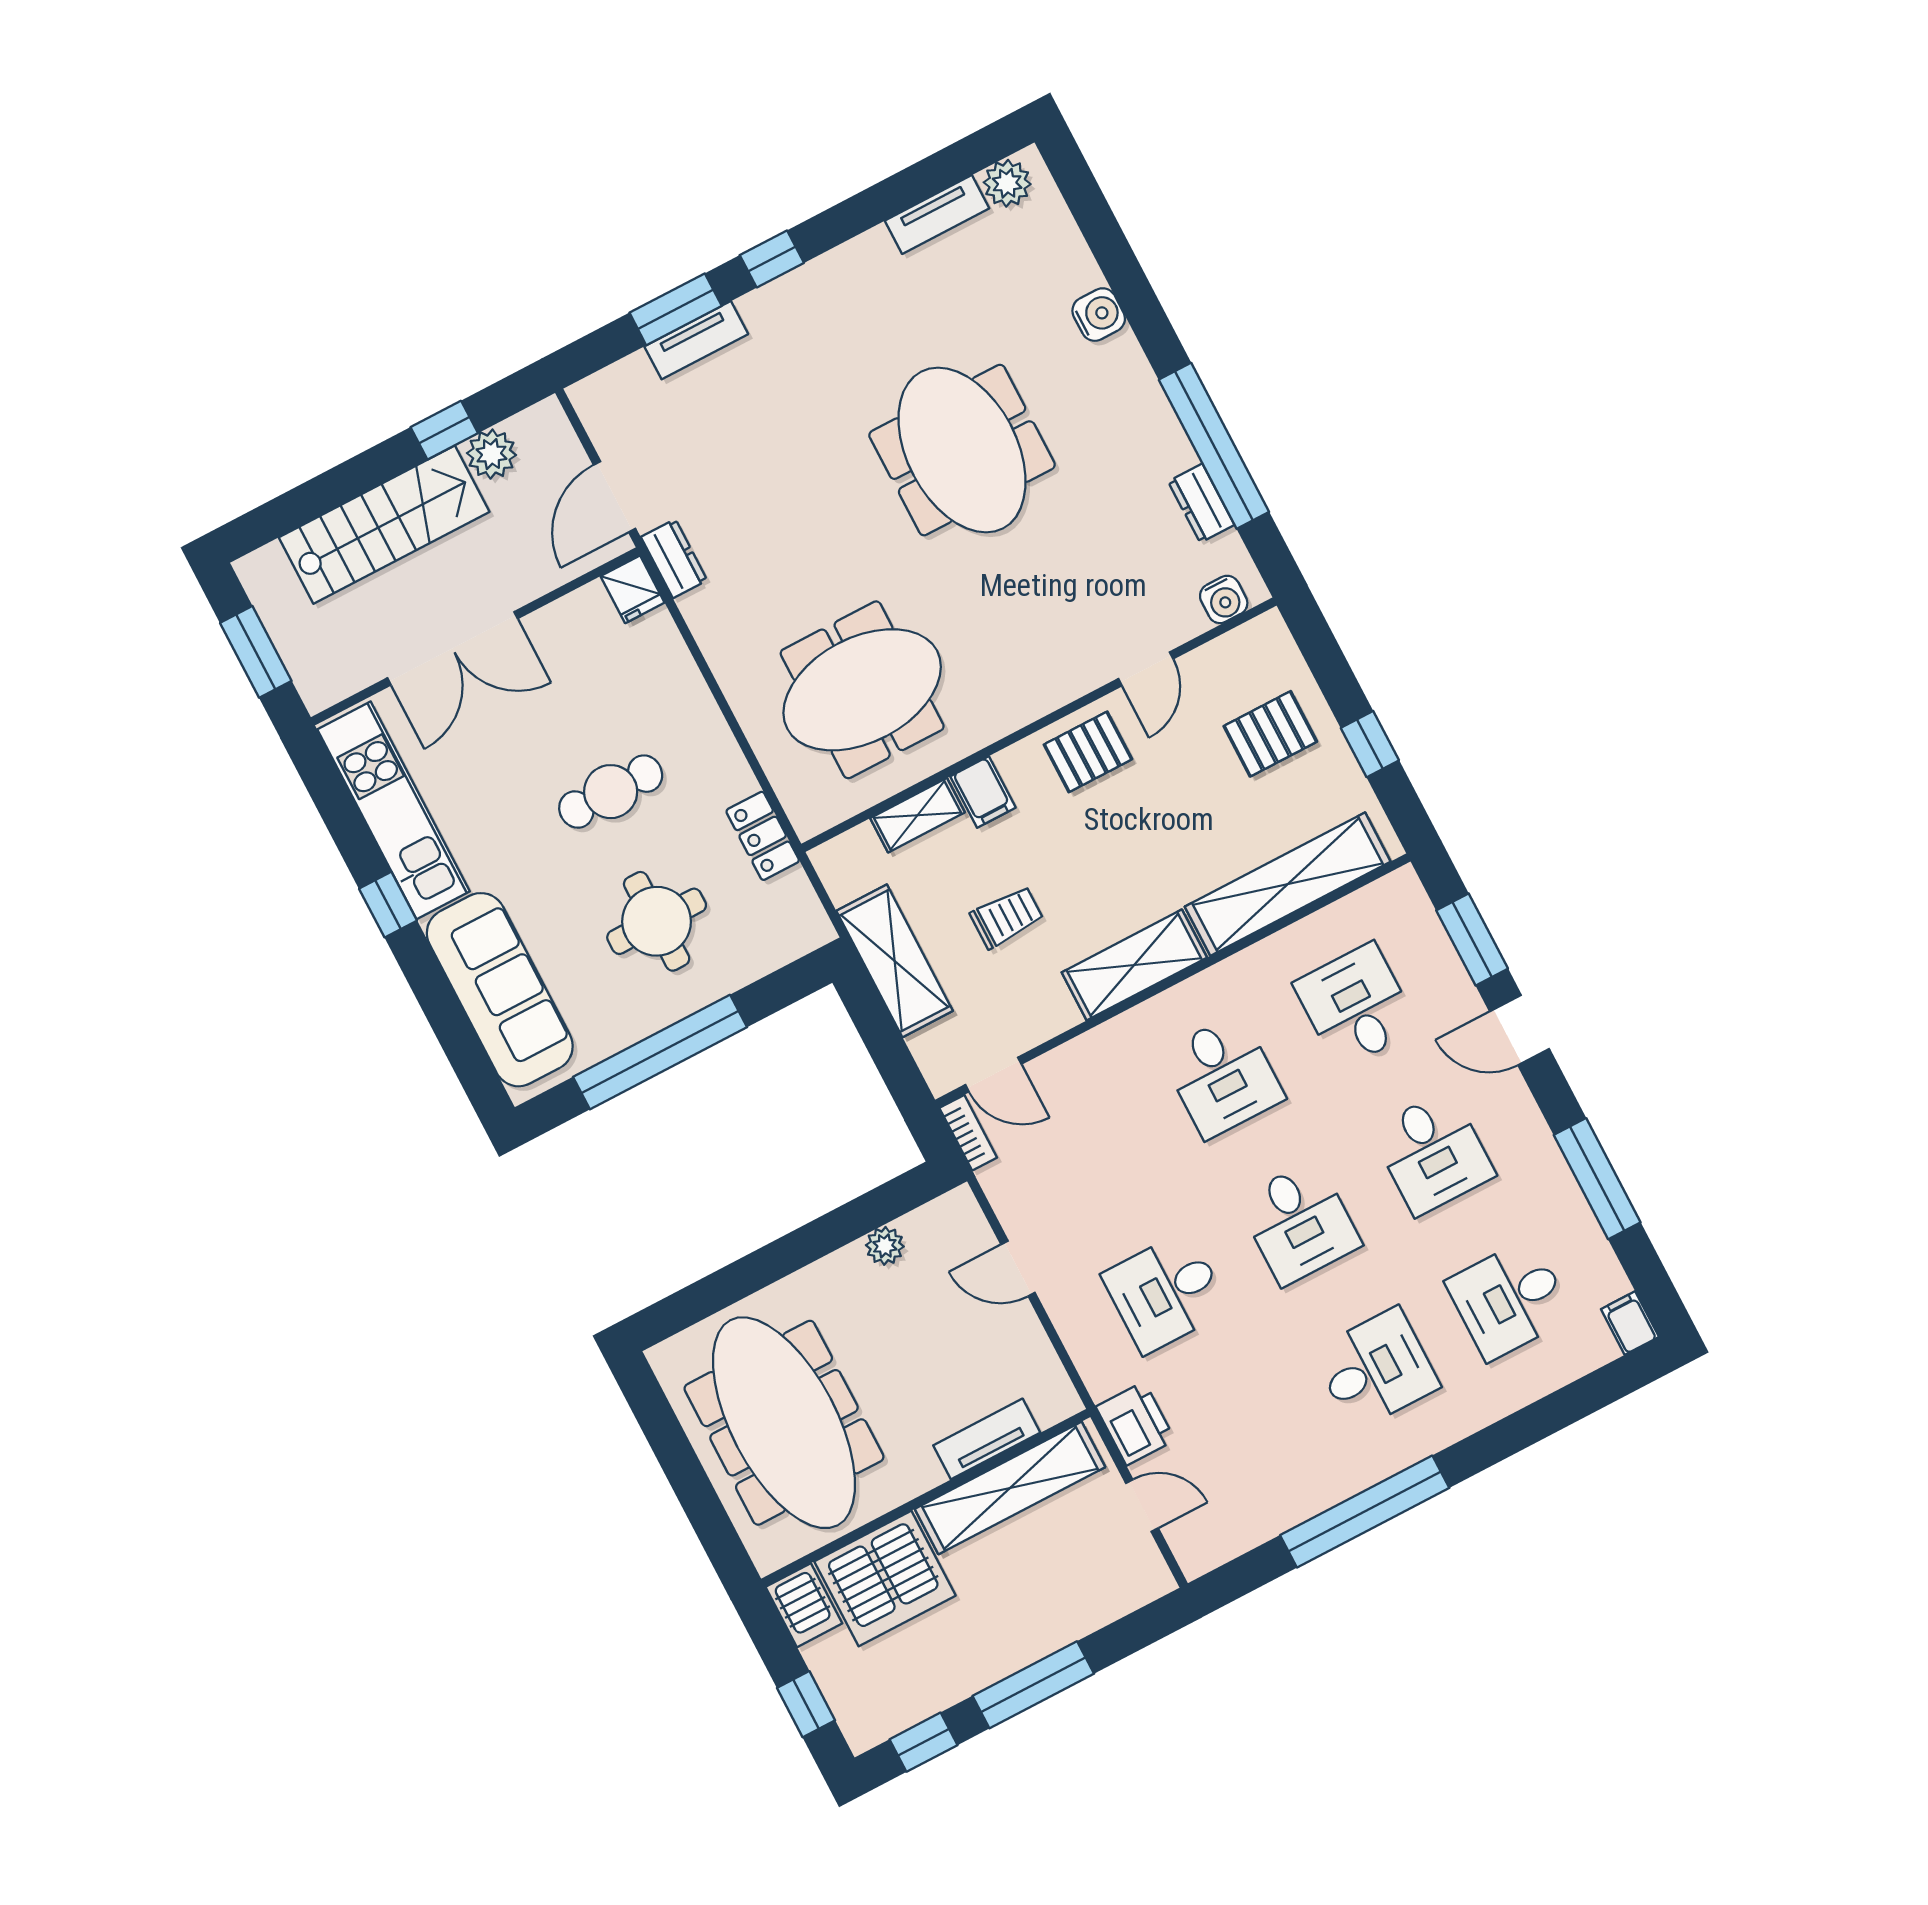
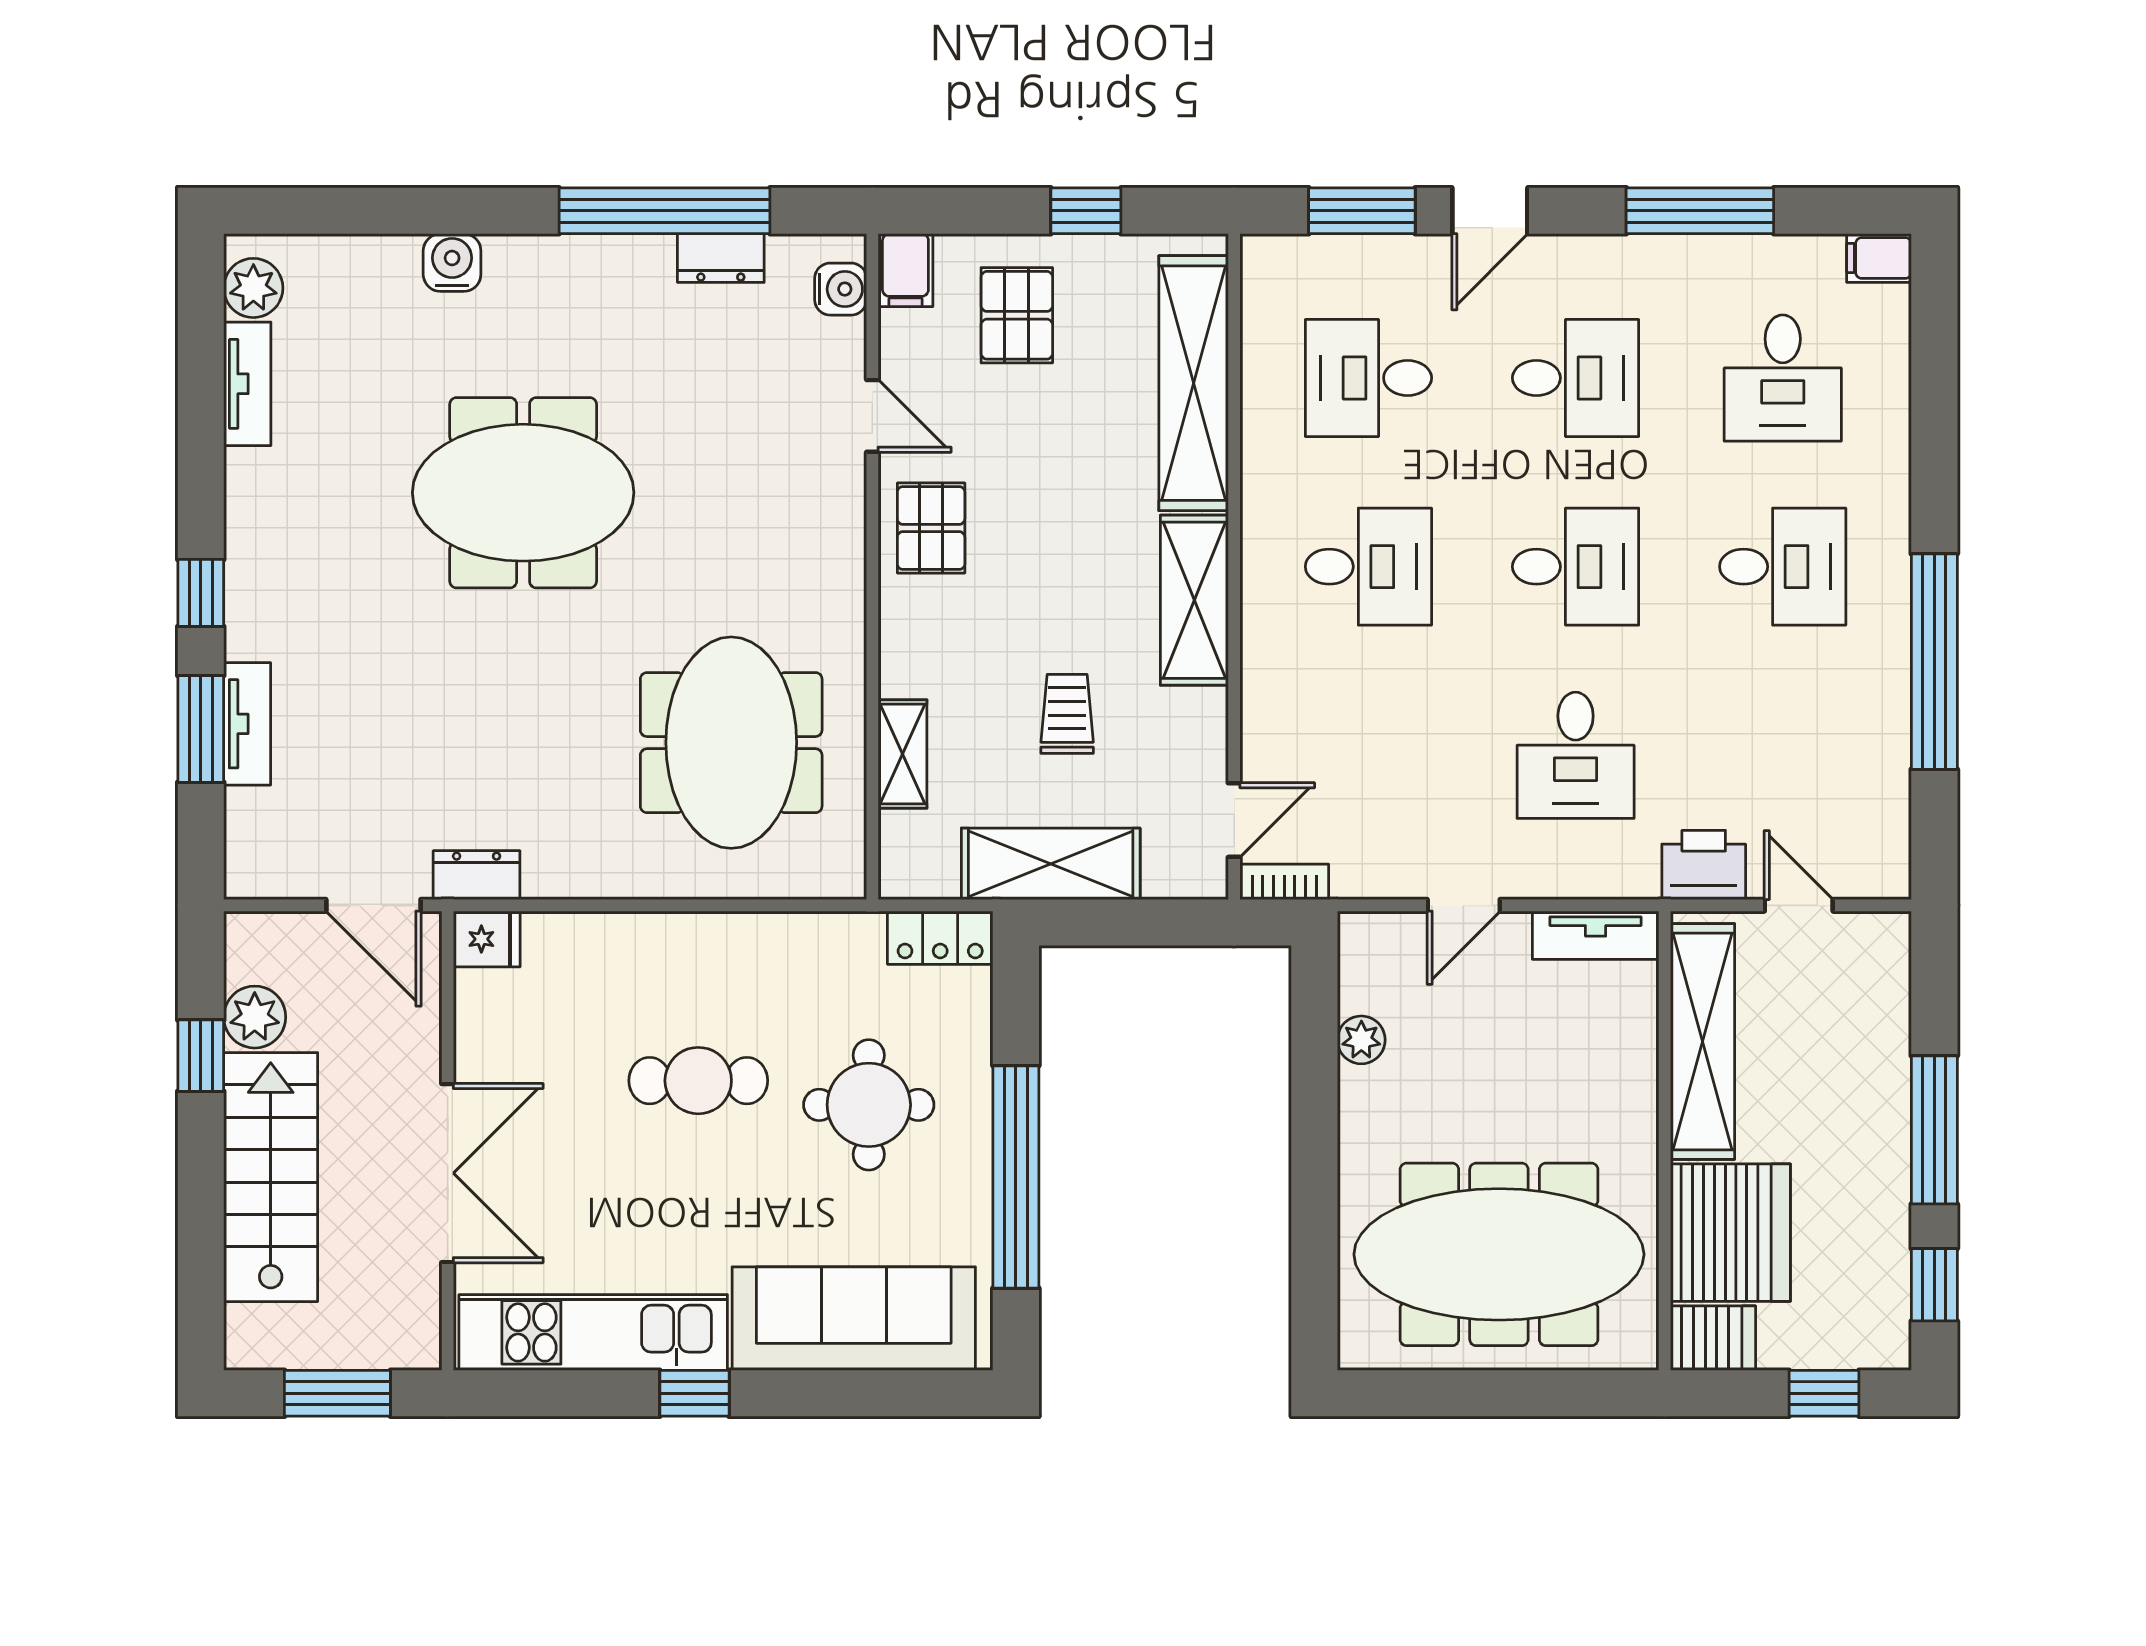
cafe table: (611, 792) -> (698, 1081), turned 90
filing cabinet: (983, 792) -> (905, 270), moved, turned 90
locker: (763, 836) -> (940, 938), moved
desk: (1376, 1369) -> (1783, 567), turned 90
tv unit: (987, 1439) -> (1596, 935), moved, turned -90
door: (1142, 1506) -> (1799, 905), hinge flipped

